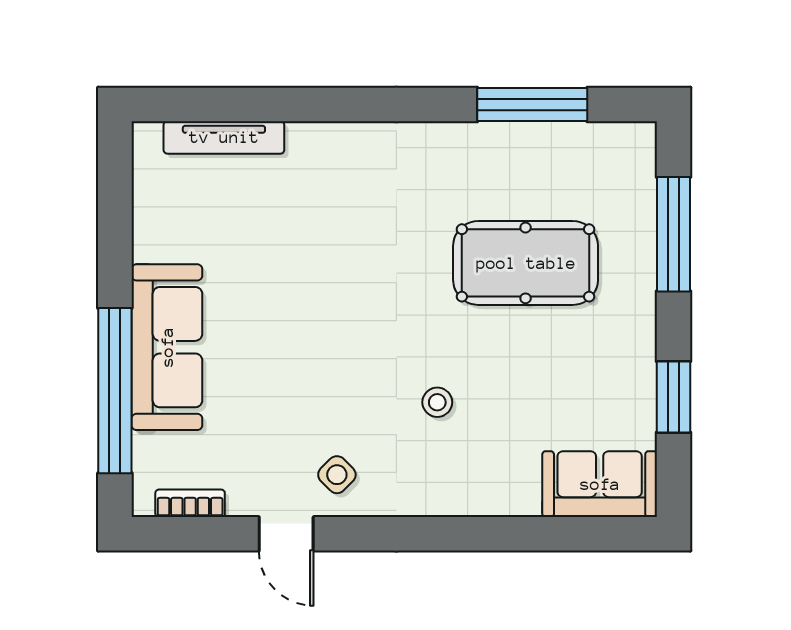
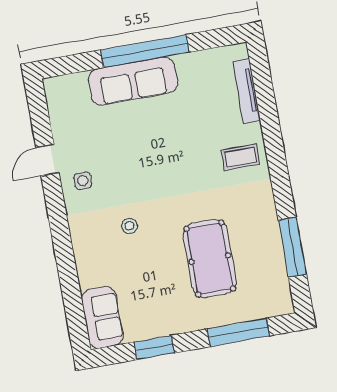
coffee table: (346, 171) -> (240, 157), added
window: (115, 391) -> (145, 51), moved
side table: (337, 475) -> (83, 181), turned 45
bookcase: (190, 503) -> (54, 107), removed

